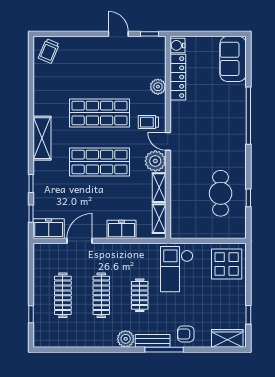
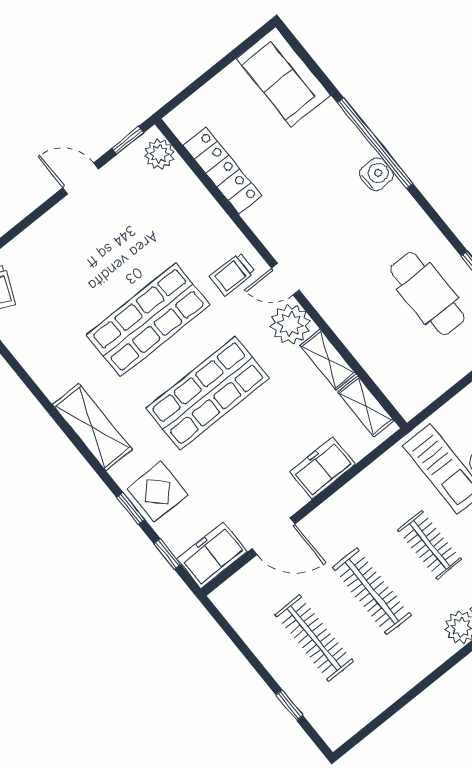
water cooler: (178, 45) -> (376, 174), moved, turned 180
plant: (158, 87) -> (159, 154), moved
display table: (47, 185) -> (158, 492), added
door: (79, 241) -> (273, 536), swing flipped

